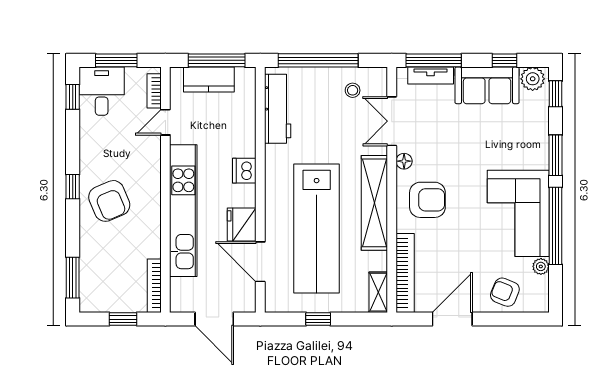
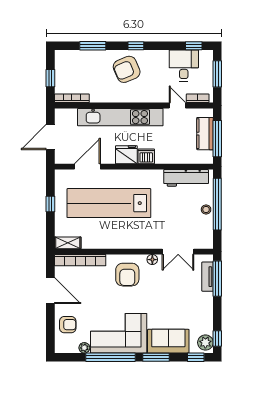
window: (504, 60) -> (217, 338), moved
sofa: (487, 85) -> (168, 341), moved, turned 90
stool: (353, 90) -> (206, 210), moved
desk: (102, 91) -> (184, 65), moved, turned -90
double door: (392, 121) -> (178, 252), swing flipped
shelving: (374, 203) -> (125, 240), removed
fridge: (242, 224) -> (126, 155), moved
window: (73, 278) -> (93, 46), moved
armchair: (505, 292) -> (68, 325), turned 68

